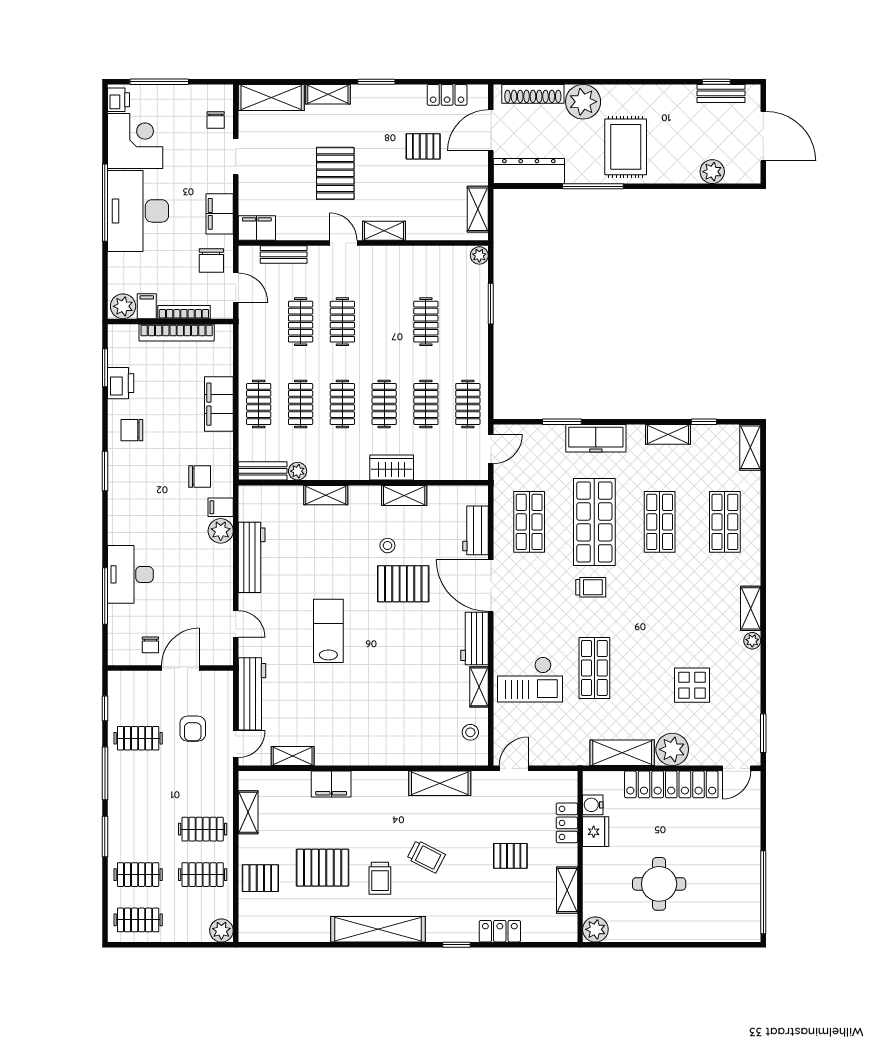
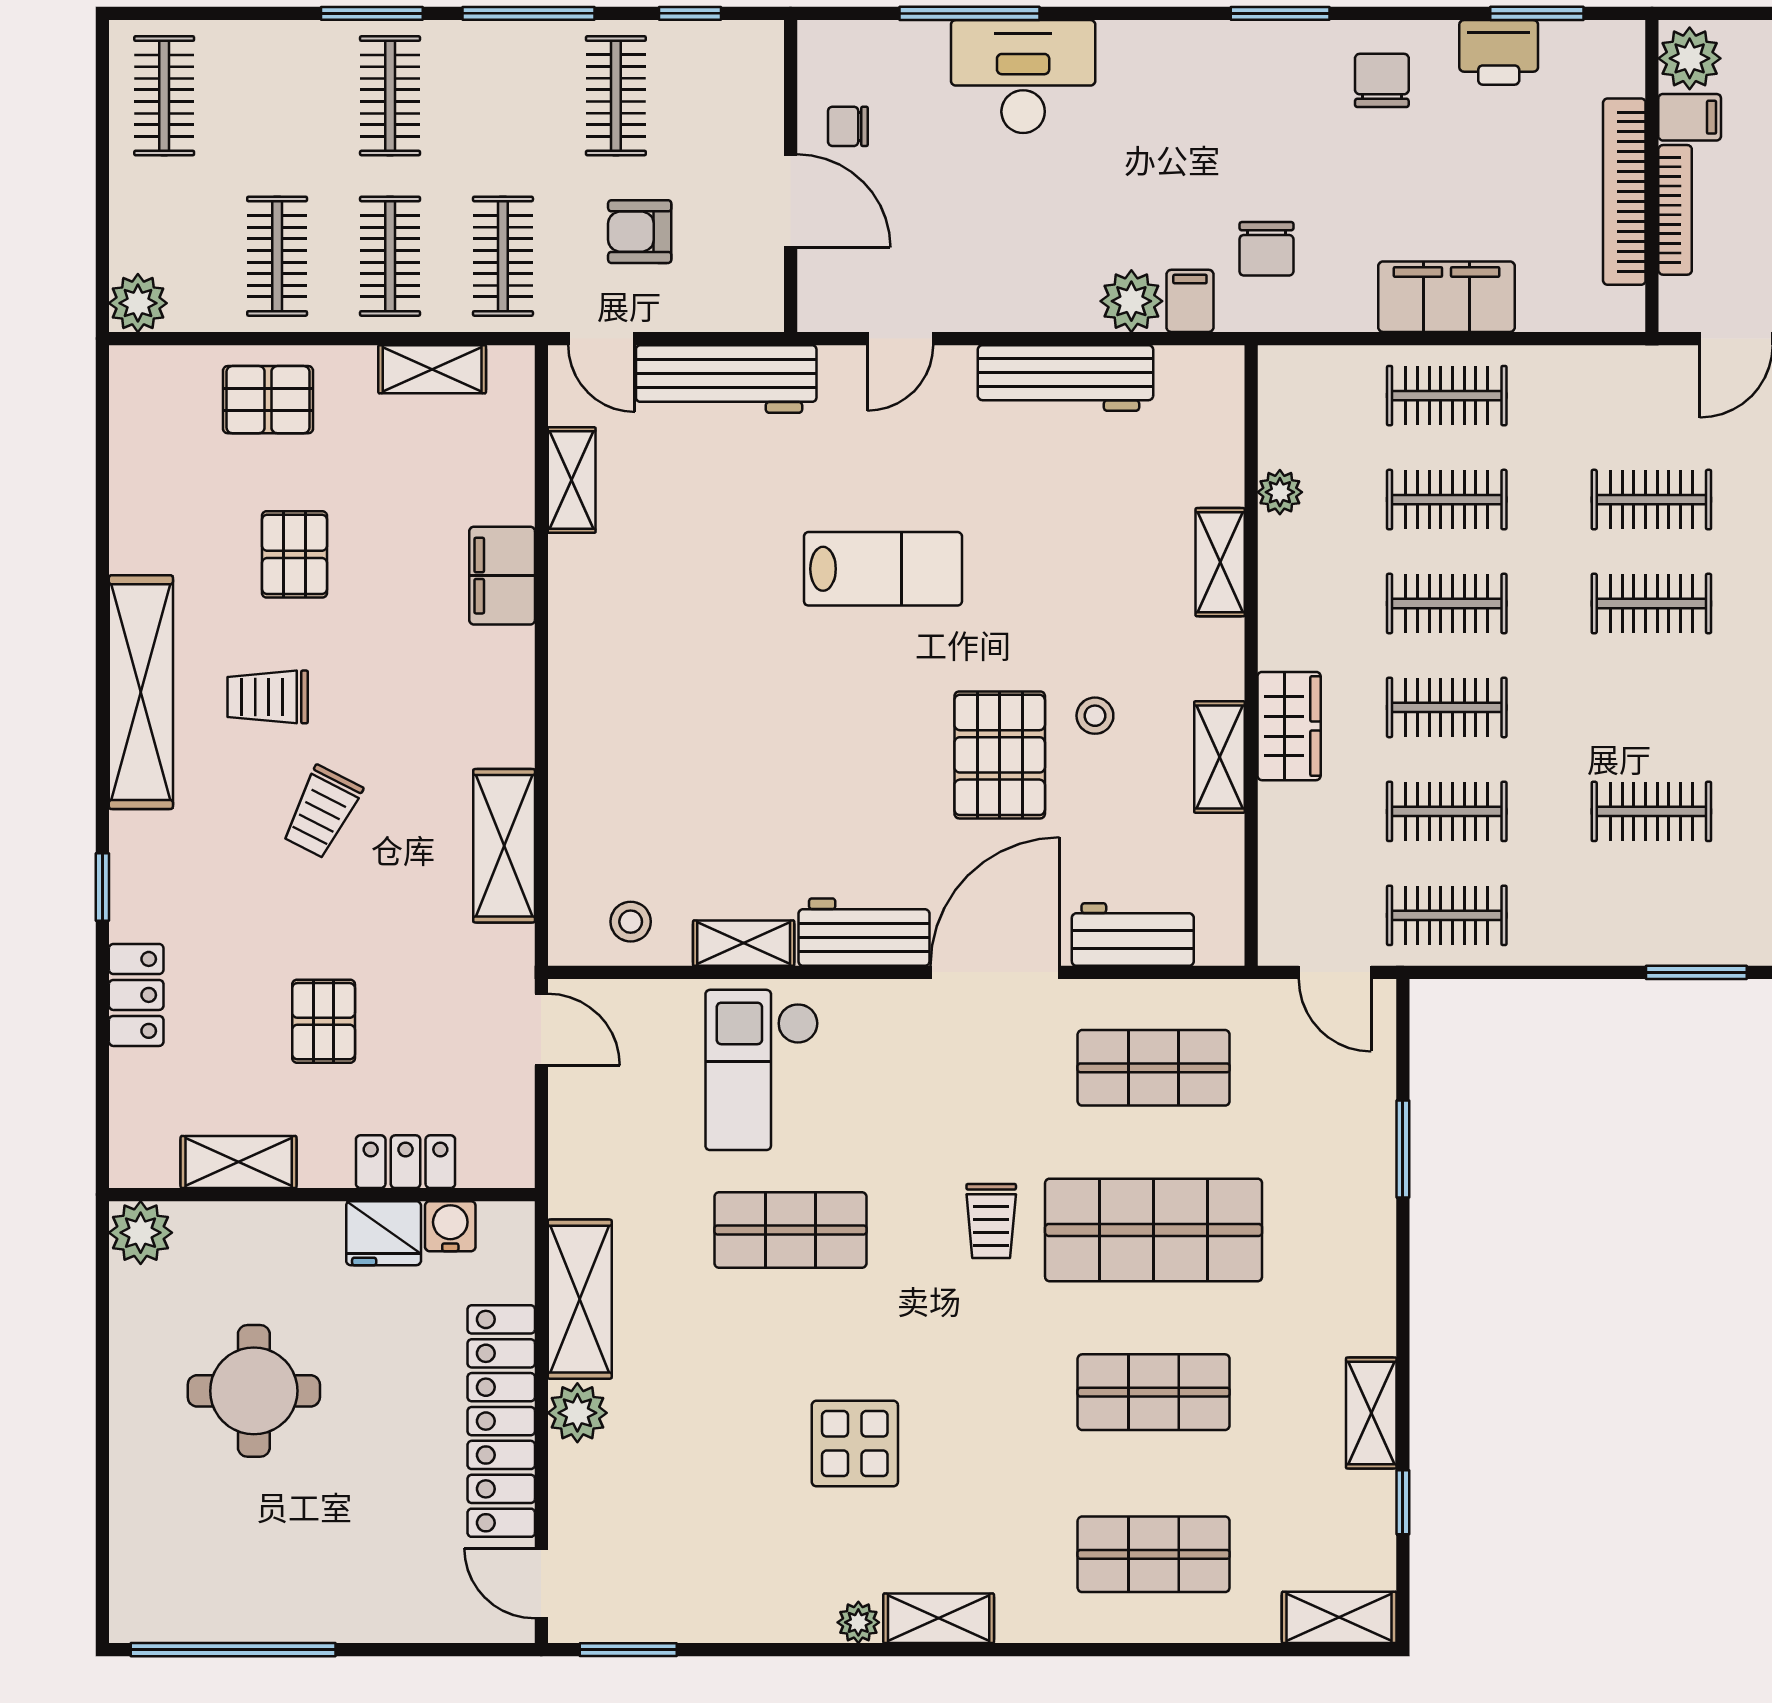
freezer: (596, 438) -> (1362, 1234), removed
bench: (263, 471) -> (1281, 405), removed
display table: (692, 685) -> (855, 1444), moved
plant: (672, 749) -> (577, 1413), width x0.73, depth x0.73
clothes rail: (203, 784) -> (503, 256), added
pallet: (323, 868) -> (294, 554), width x0.67, depth x0.71
clothes rail: (138, 875) -> (390, 96), moved
pallet: (260, 878) -> (268, 400), turned 90

